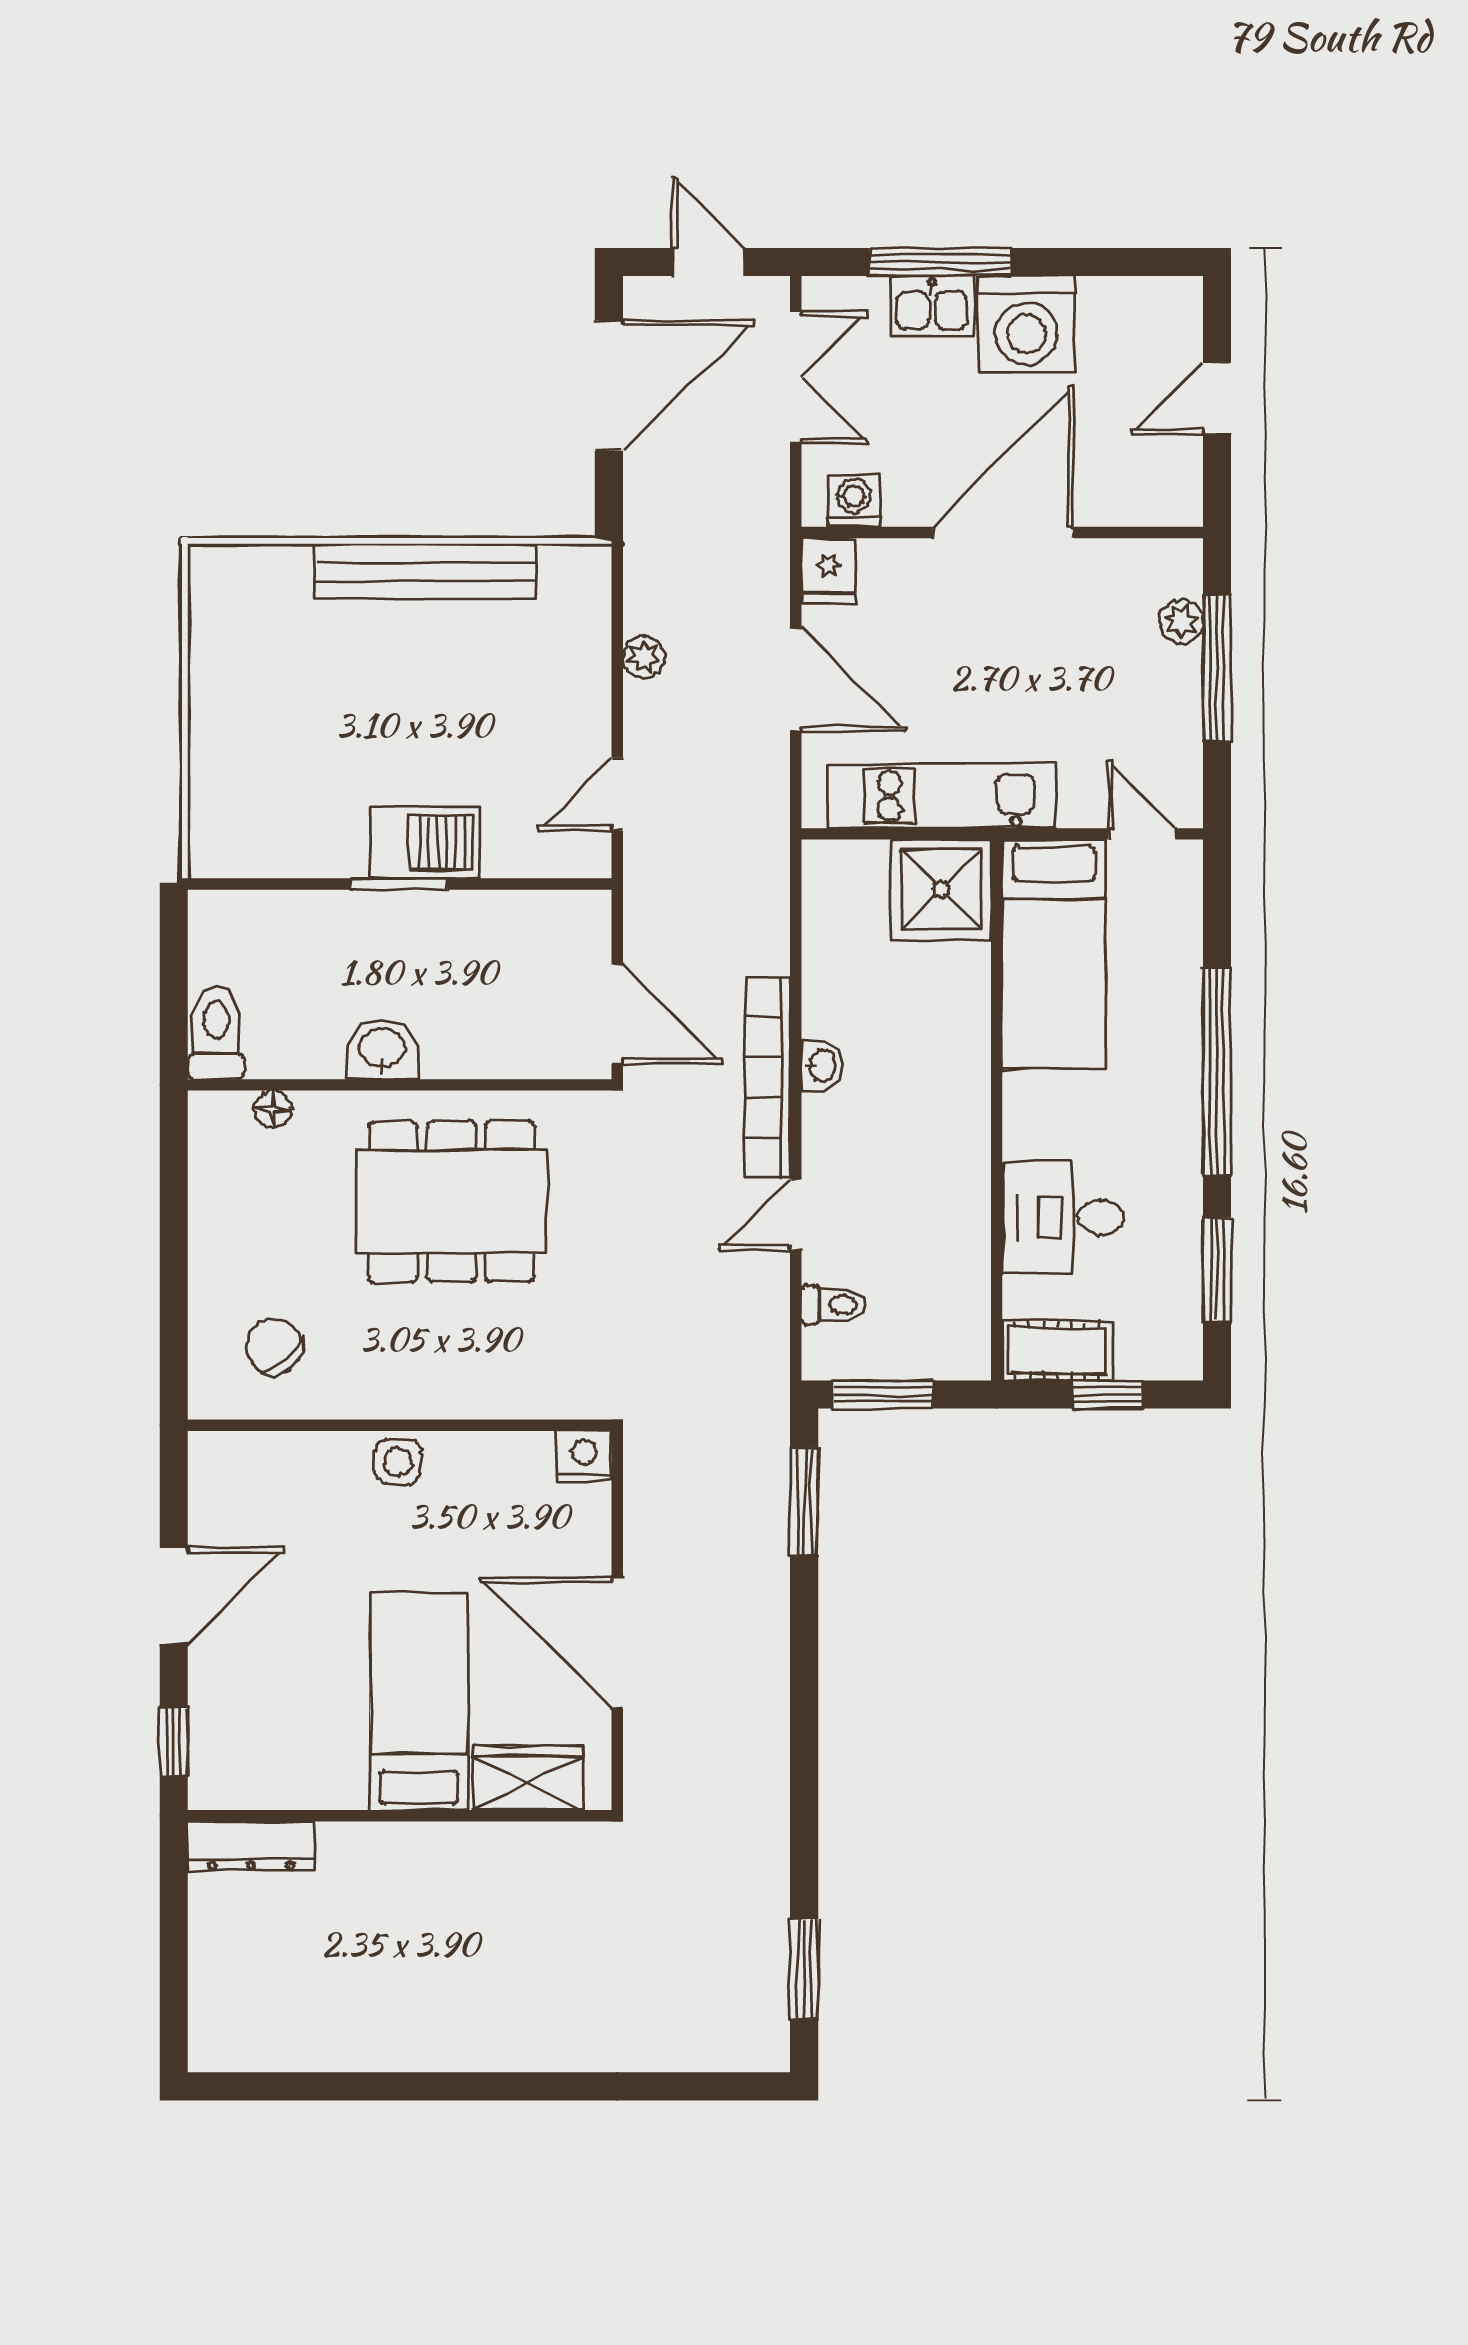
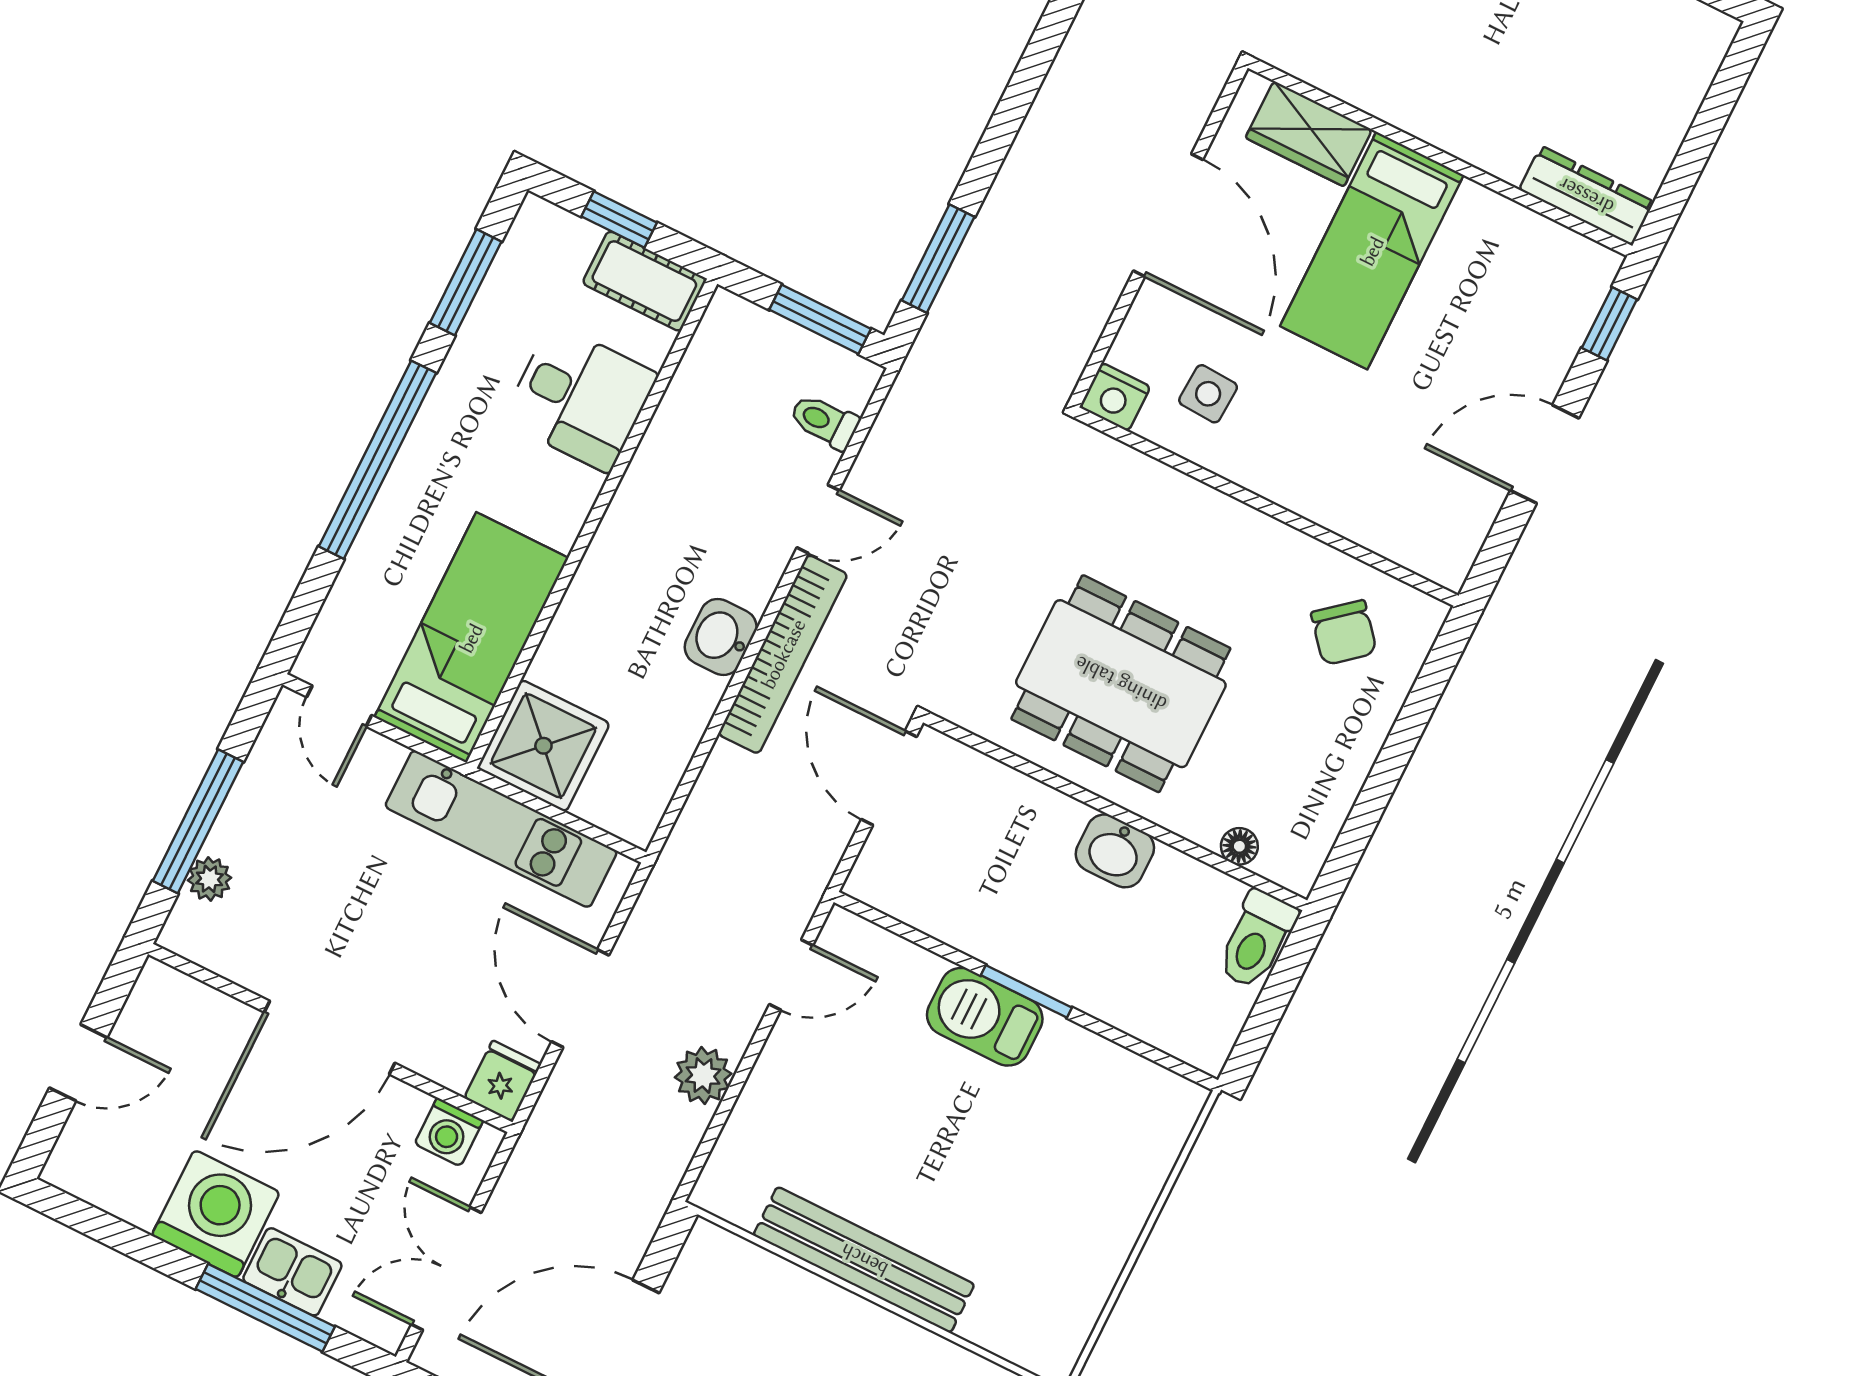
plant: (644, 657) -> (703, 1076), width x1.38, depth x1.38
washbasin: (822, 1066) -> (721, 637), width x1.38, depth x1.45
side table: (398, 1462) -> (1208, 394), moved

